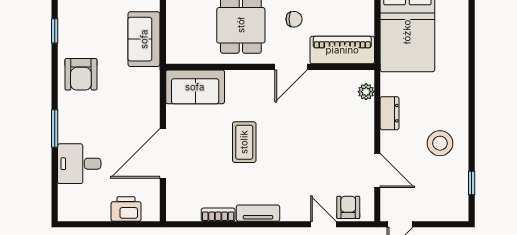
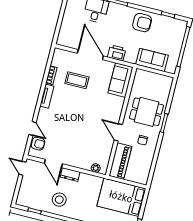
armchair: (81, 74) -> (142, 23), turned 180
dresser: (390, 113) -> (70, 175), moved
coffee table: (244, 142) -> (77, 80), moved
door: (377, 170) -> (53, 164), hinge flipped
printer: (126, 209) -> (117, 53), moved, turned -90
door: (323, 224) -> (33, 129), hinge flipped

